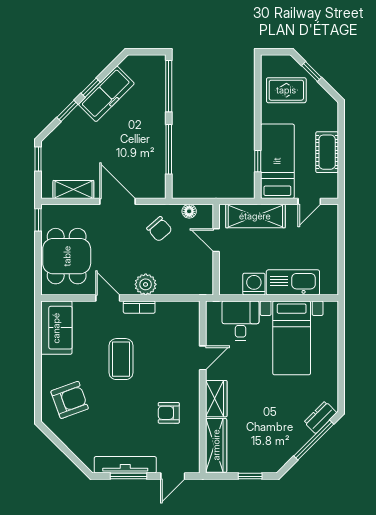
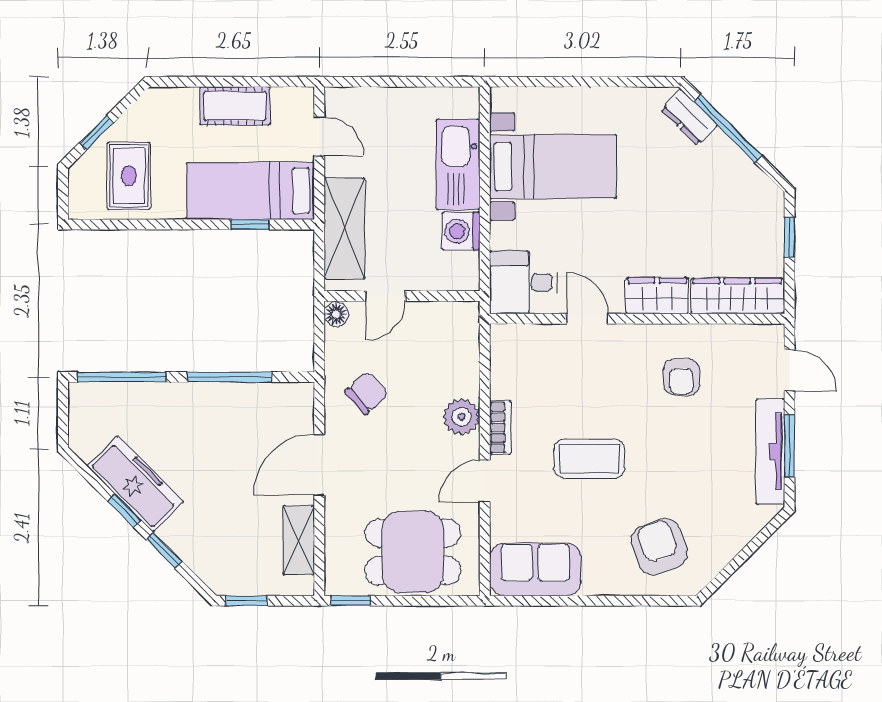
floor lamp: (189, 211) -> (336, 314), moved
desk: (240, 321) -> (523, 282), moved

